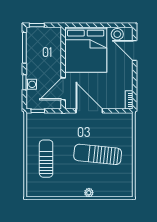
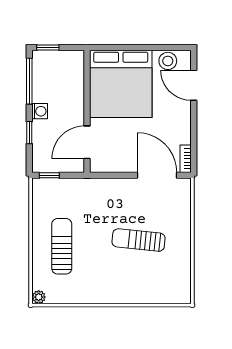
washing machine: (31, 84) -> (40, 111), moved
door: (89, 111) -> (157, 175), moved
sun lounger: (98, 154) -> (139, 240), width x0.73, depth x0.75
plant: (89, 193) -> (39, 297), moved

